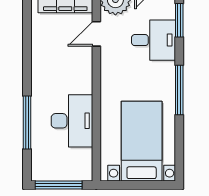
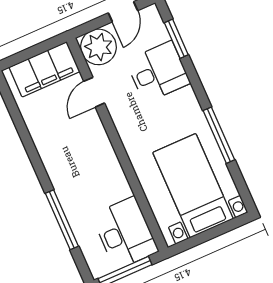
window: (179, 90) -> (219, 135), moved
desk: (72, 121) -> (125, 233), moved

